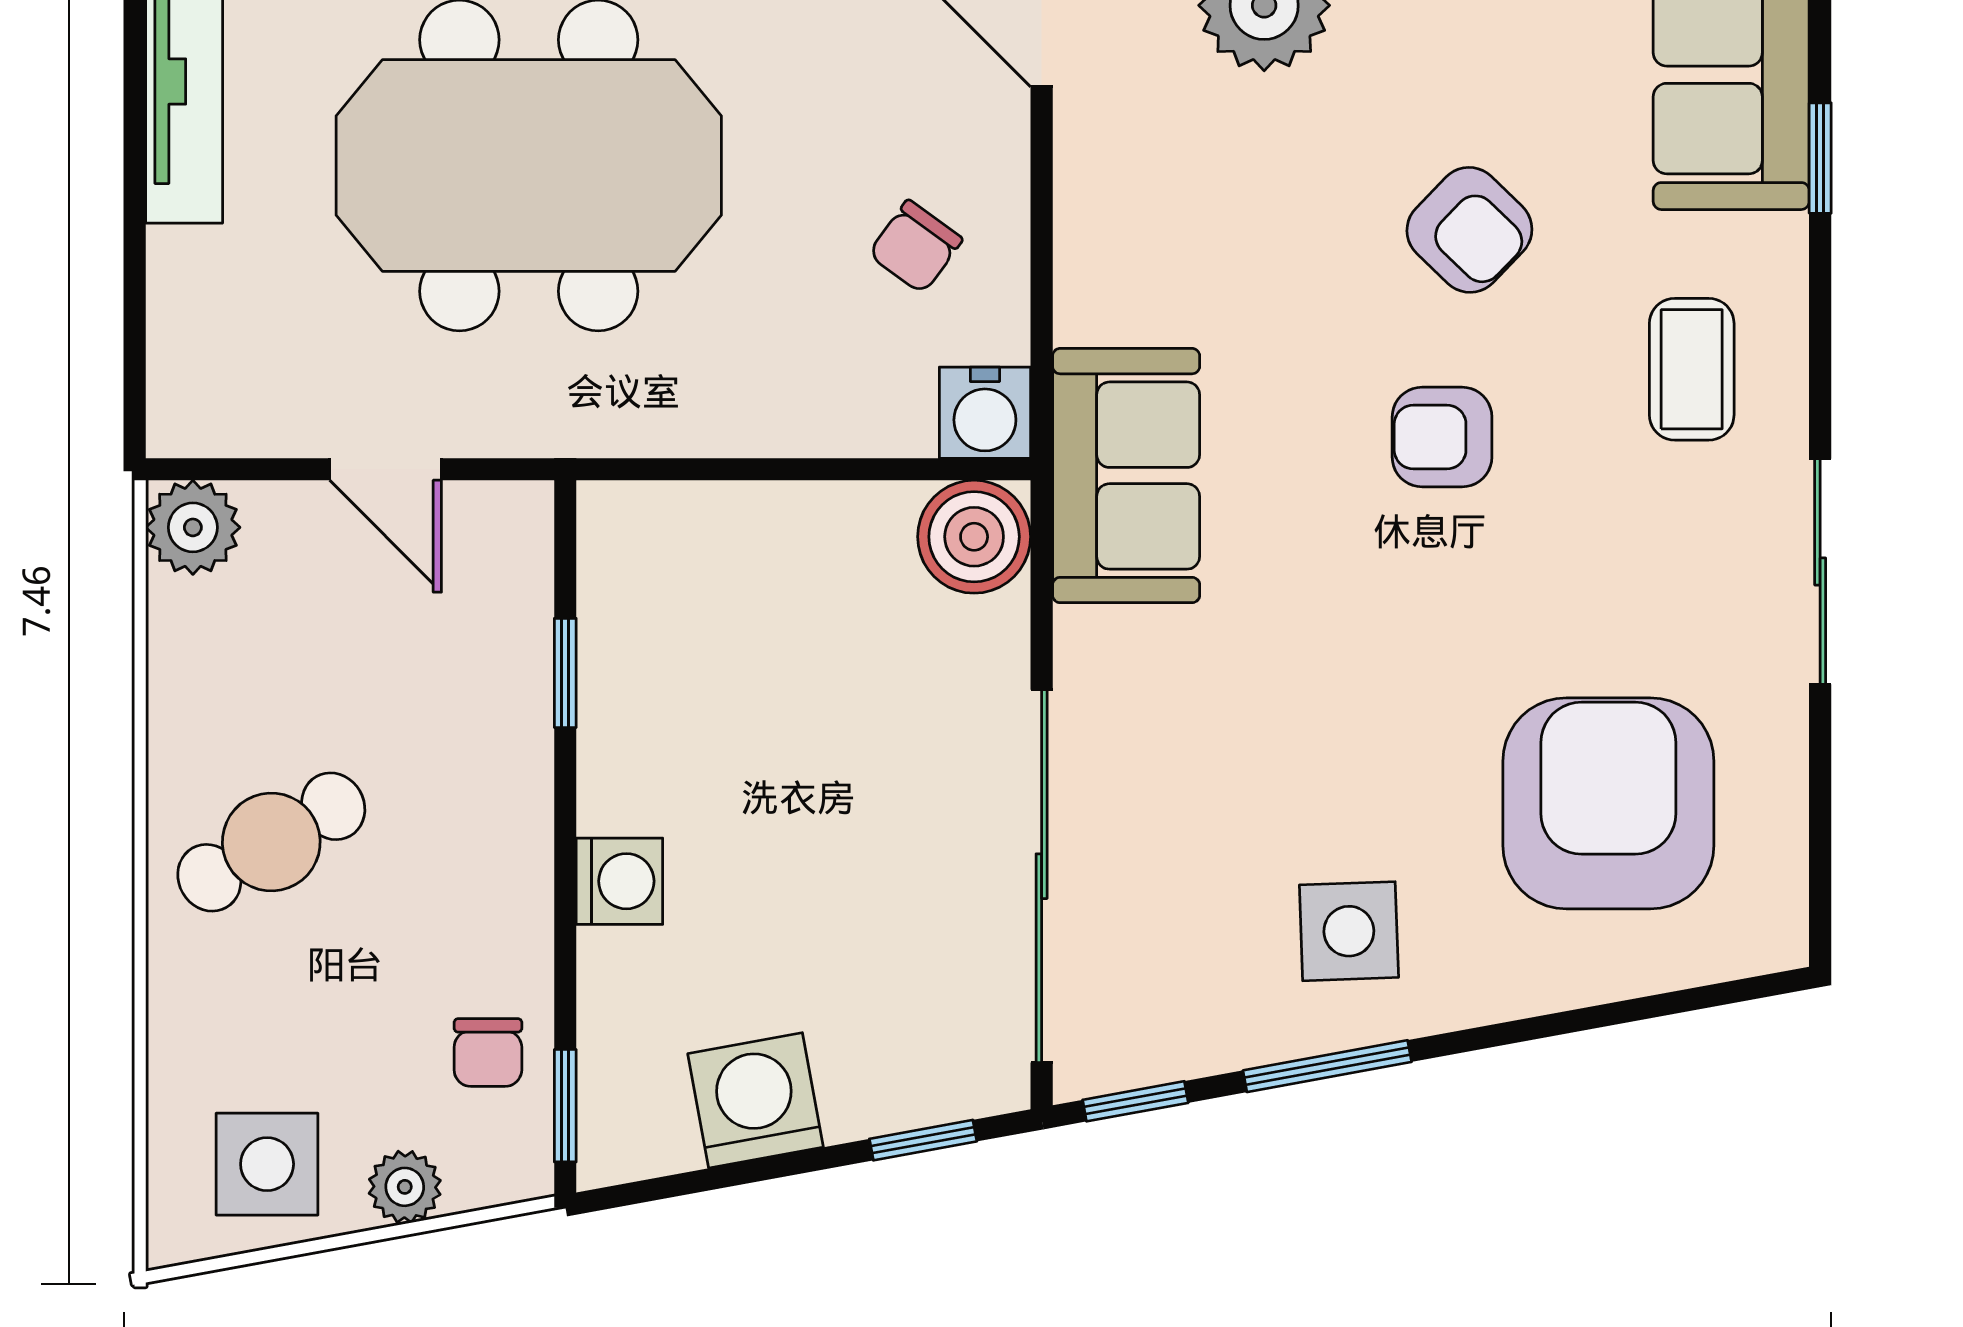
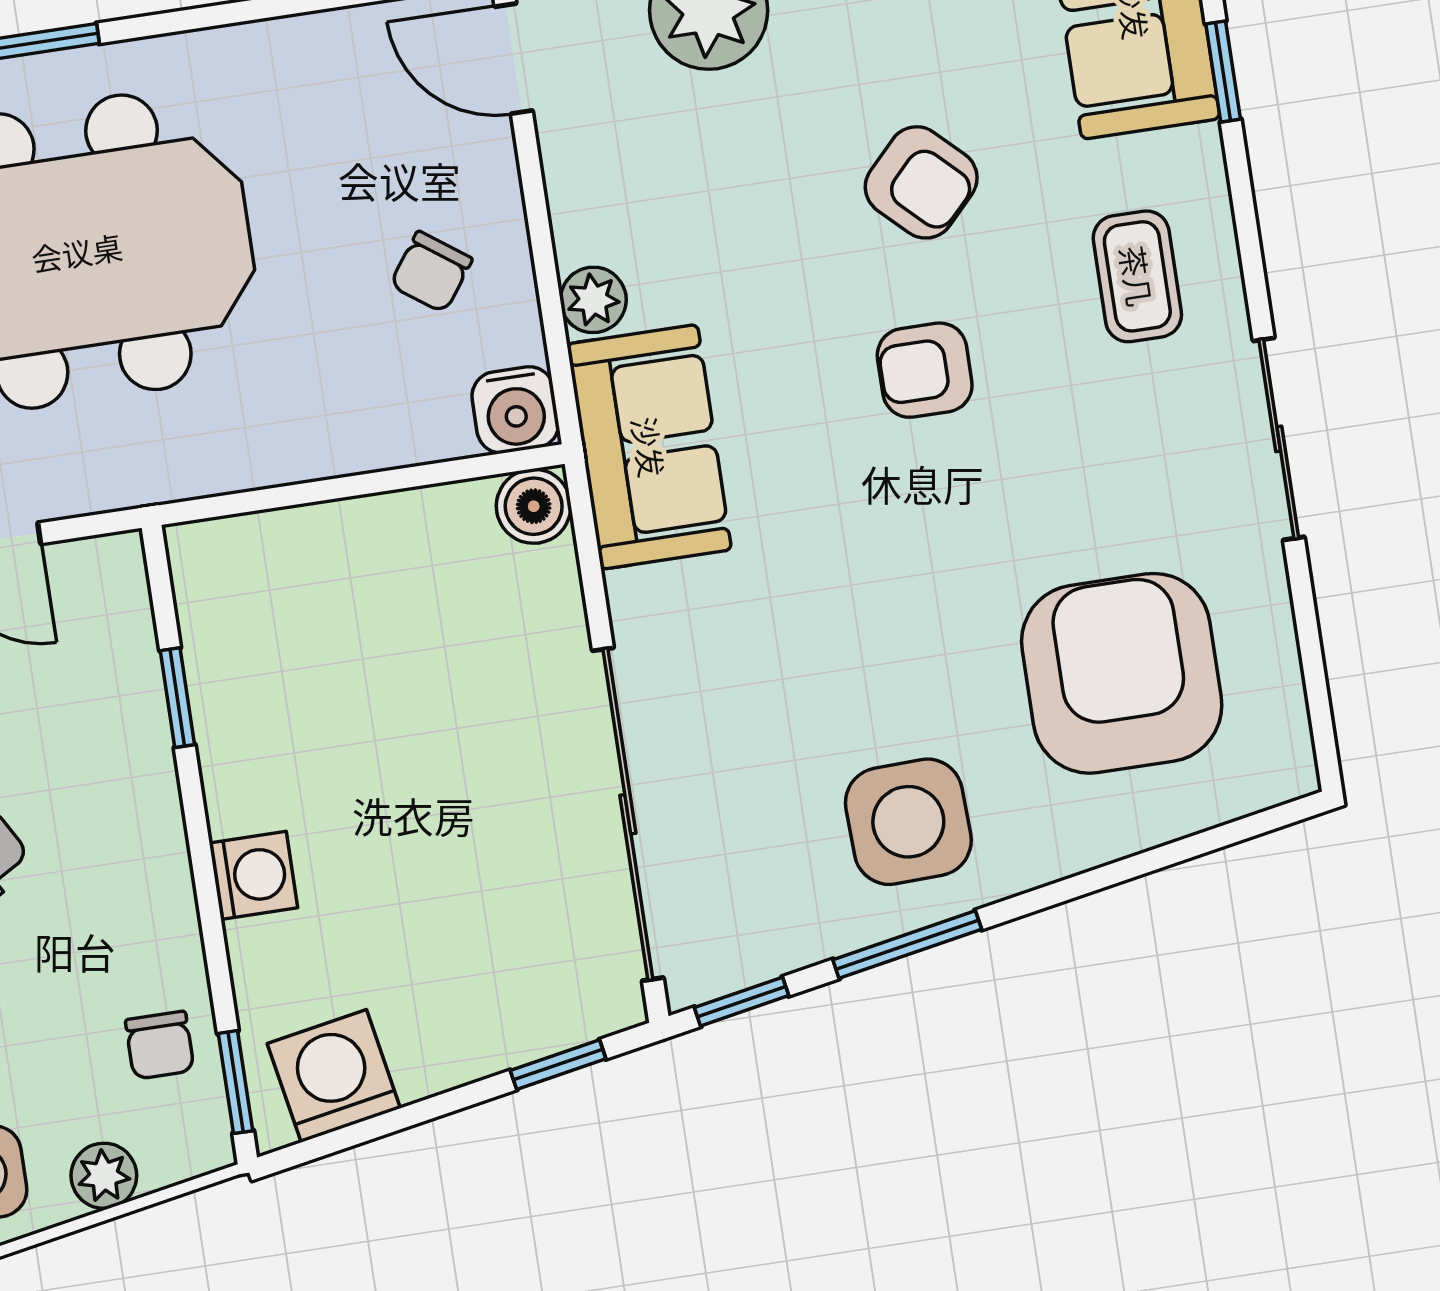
plant: (1089, 305) -> (593, 300), added
boiler: (974, 537) -> (534, 506), width x0.73, depth x0.73
side table: (1349, 931) -> (908, 822), width x1.37, depth x1.37
washing machine: (756, 1100) -> (334, 1076), moved

